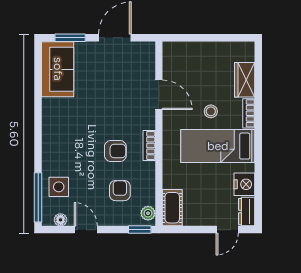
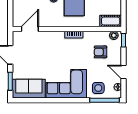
door: (159, 95) -> (30, 29), moved
corner sofa: (66, 132) -> (66, 84), added
armchair: (115, 151) -> (77, 55), removed
door: (86, 230) -> (123, 72), hinge flipped

